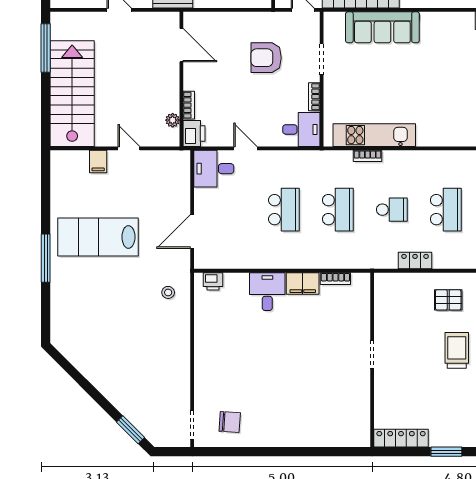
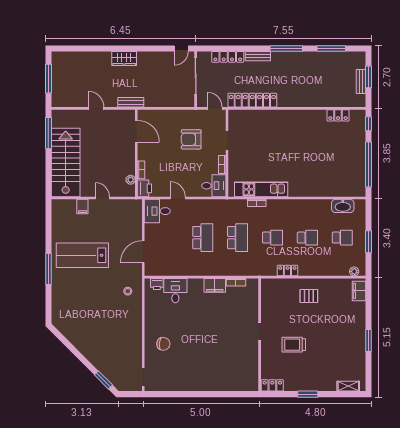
sofa: (382, 27) -> (266, 120), removed
school desk: (446, 210) -> (307, 238), width x0.54
desk: (267, 292) -> (175, 291), moved
trolley: (457, 350) -> (294, 345), moved, turned -90
chair: (230, 422) -> (163, 344), moved
locker: (401, 438) -> (272, 385), width x0.66

